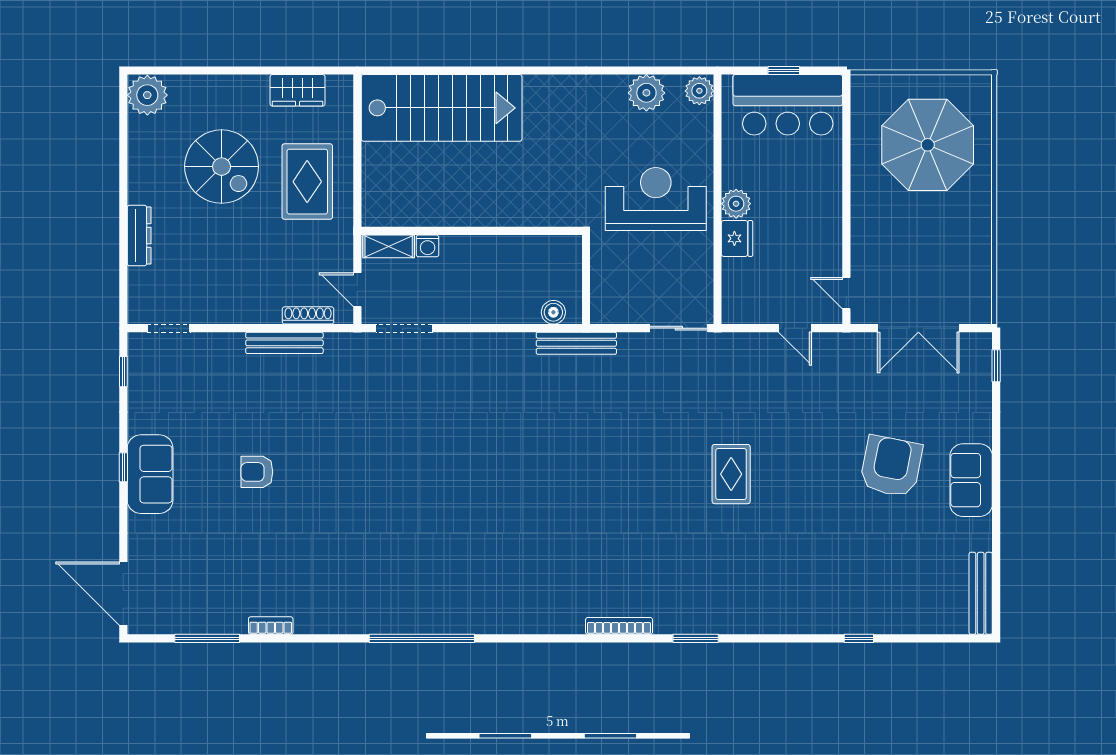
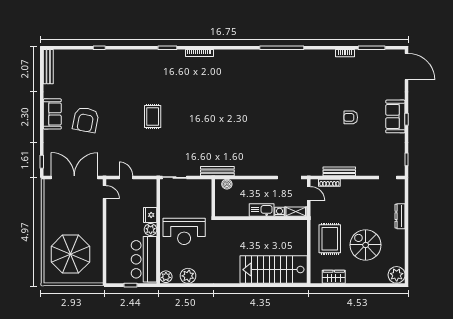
bar counter: (788, 105) -> (144, 259), moved, turned -90
kitchen sink: (470, 250) -> (262, 210), added
double door: (918, 328) -> (74, 177), width x1.36
armchair: (257, 472) -> (351, 117), turned 180

